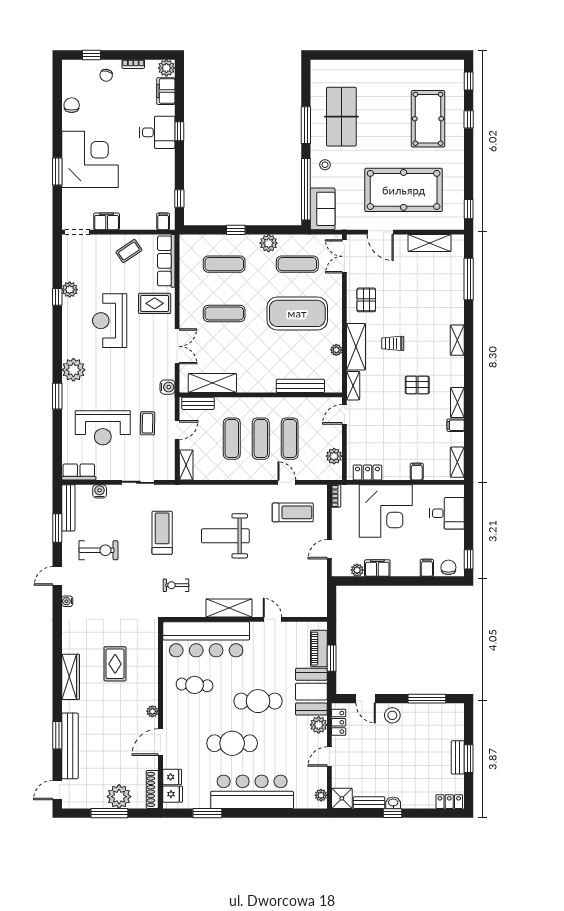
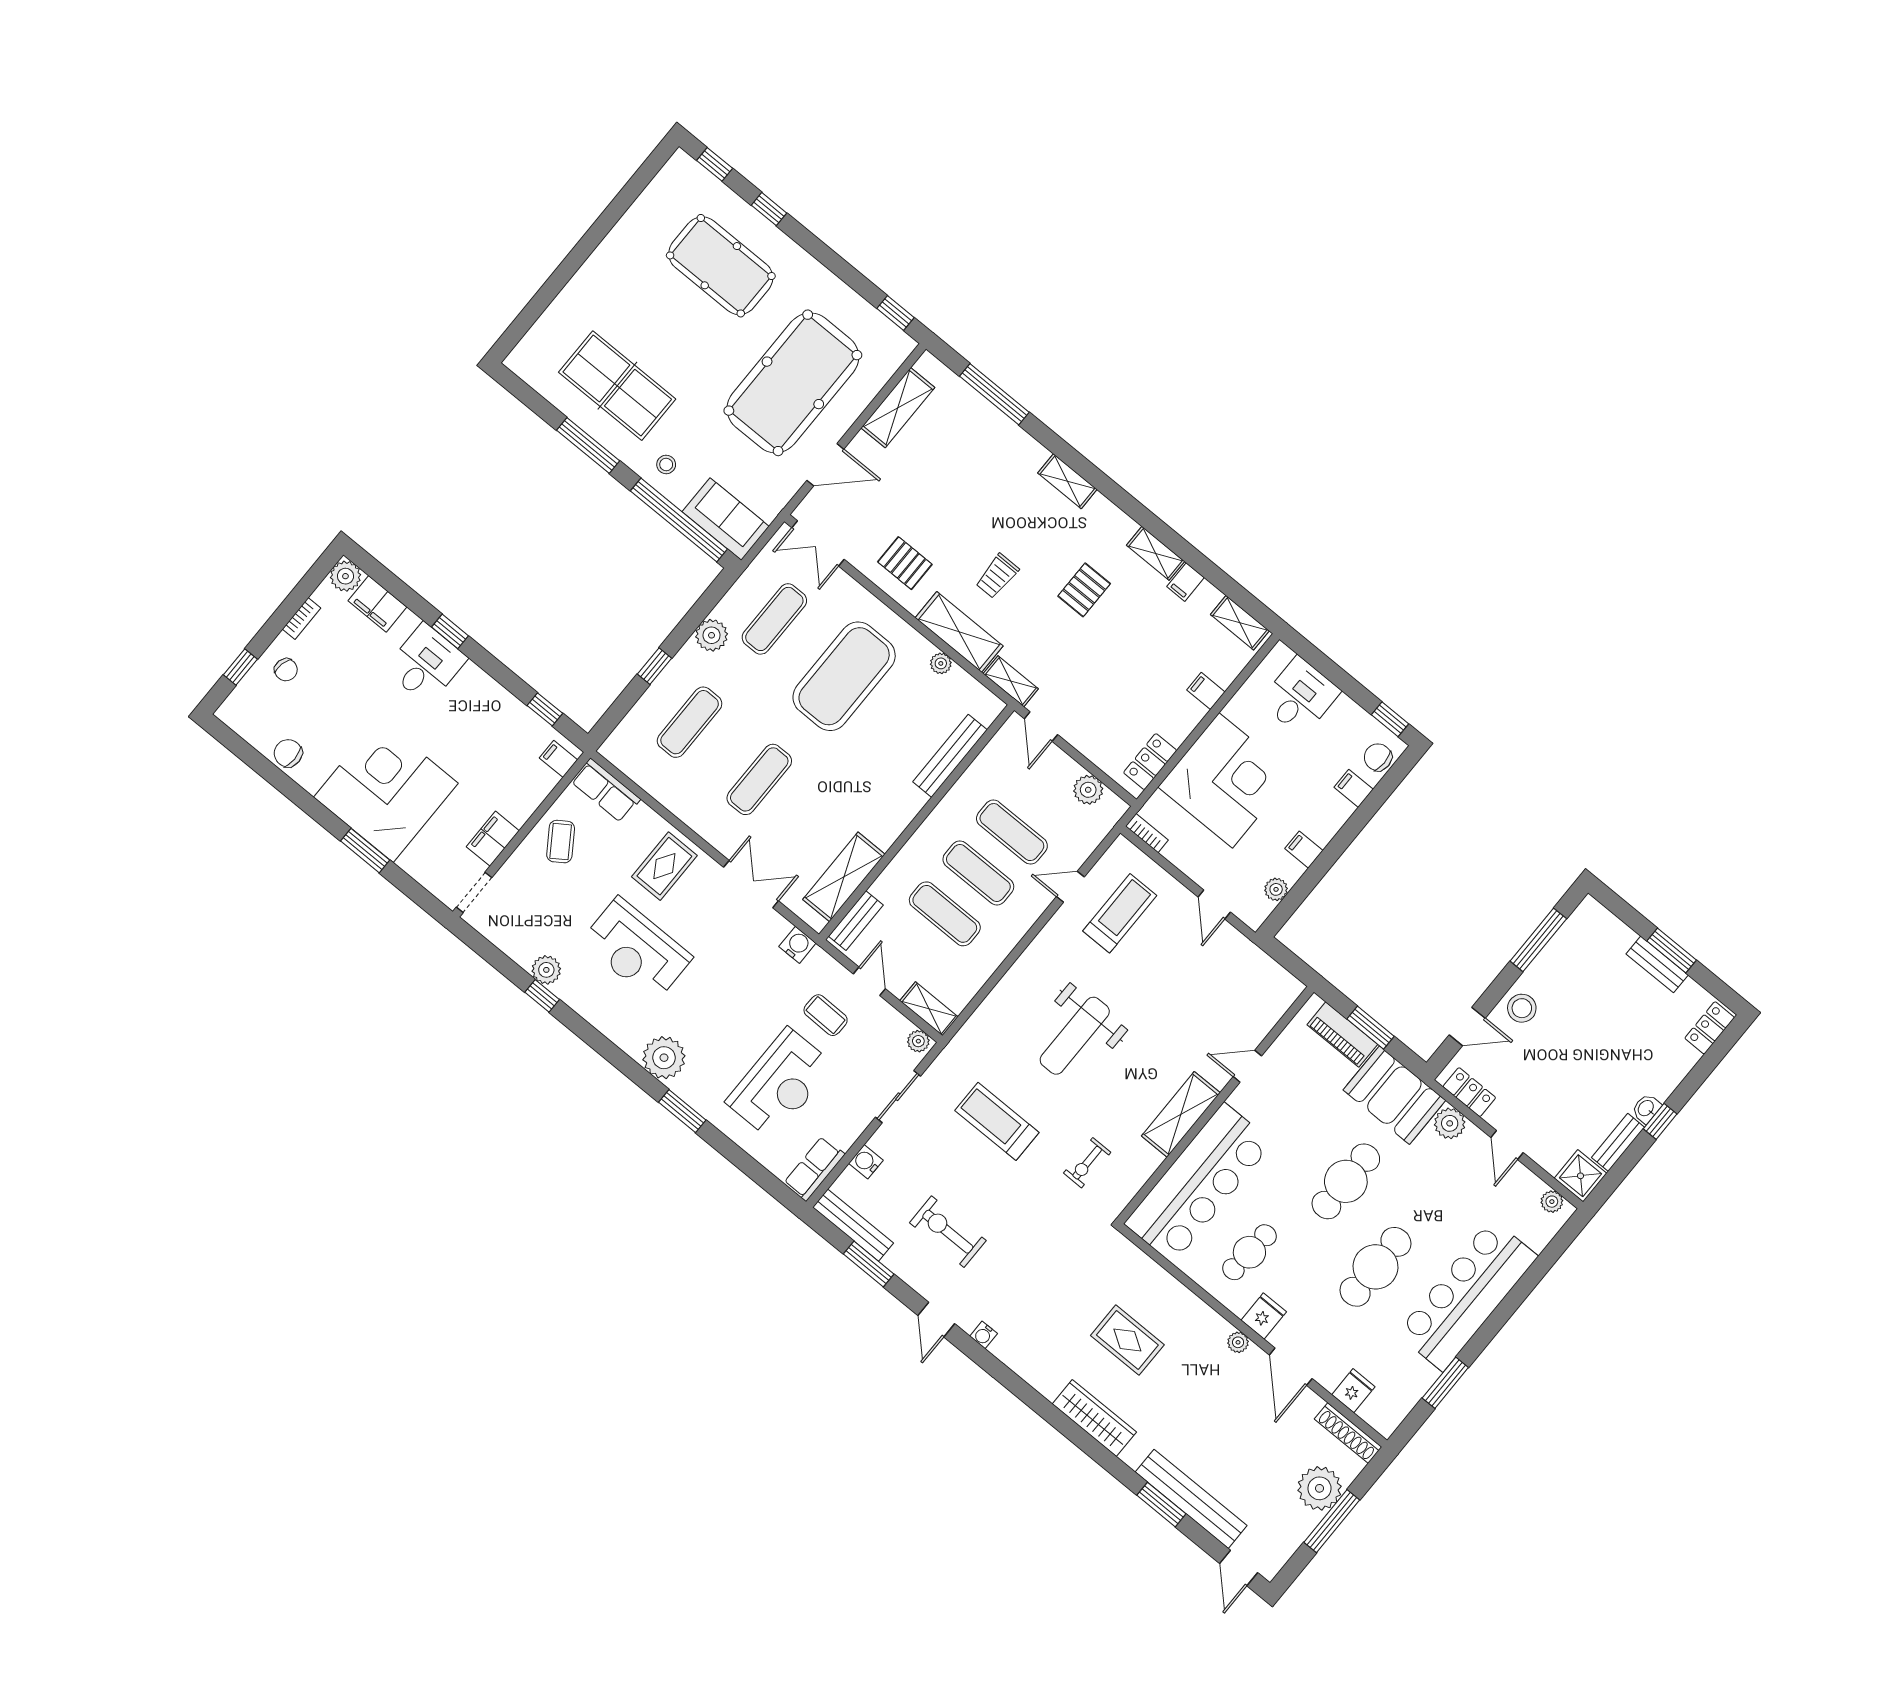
row of seats: (166, 261) -> (606, 790), width x0.68
plant: (169, 472) -> (918, 1041), added
exercise bike: (98, 550) -> (948, 1232), turned -90
filing cabinet: (377, 568) -> (1304, 850), width x0.50
fridge: (173, 794) -> (1264, 1316), moved

